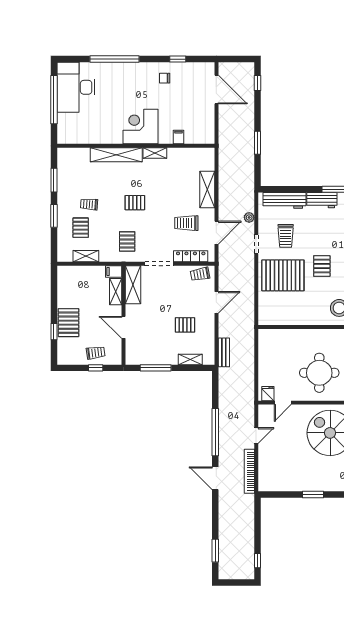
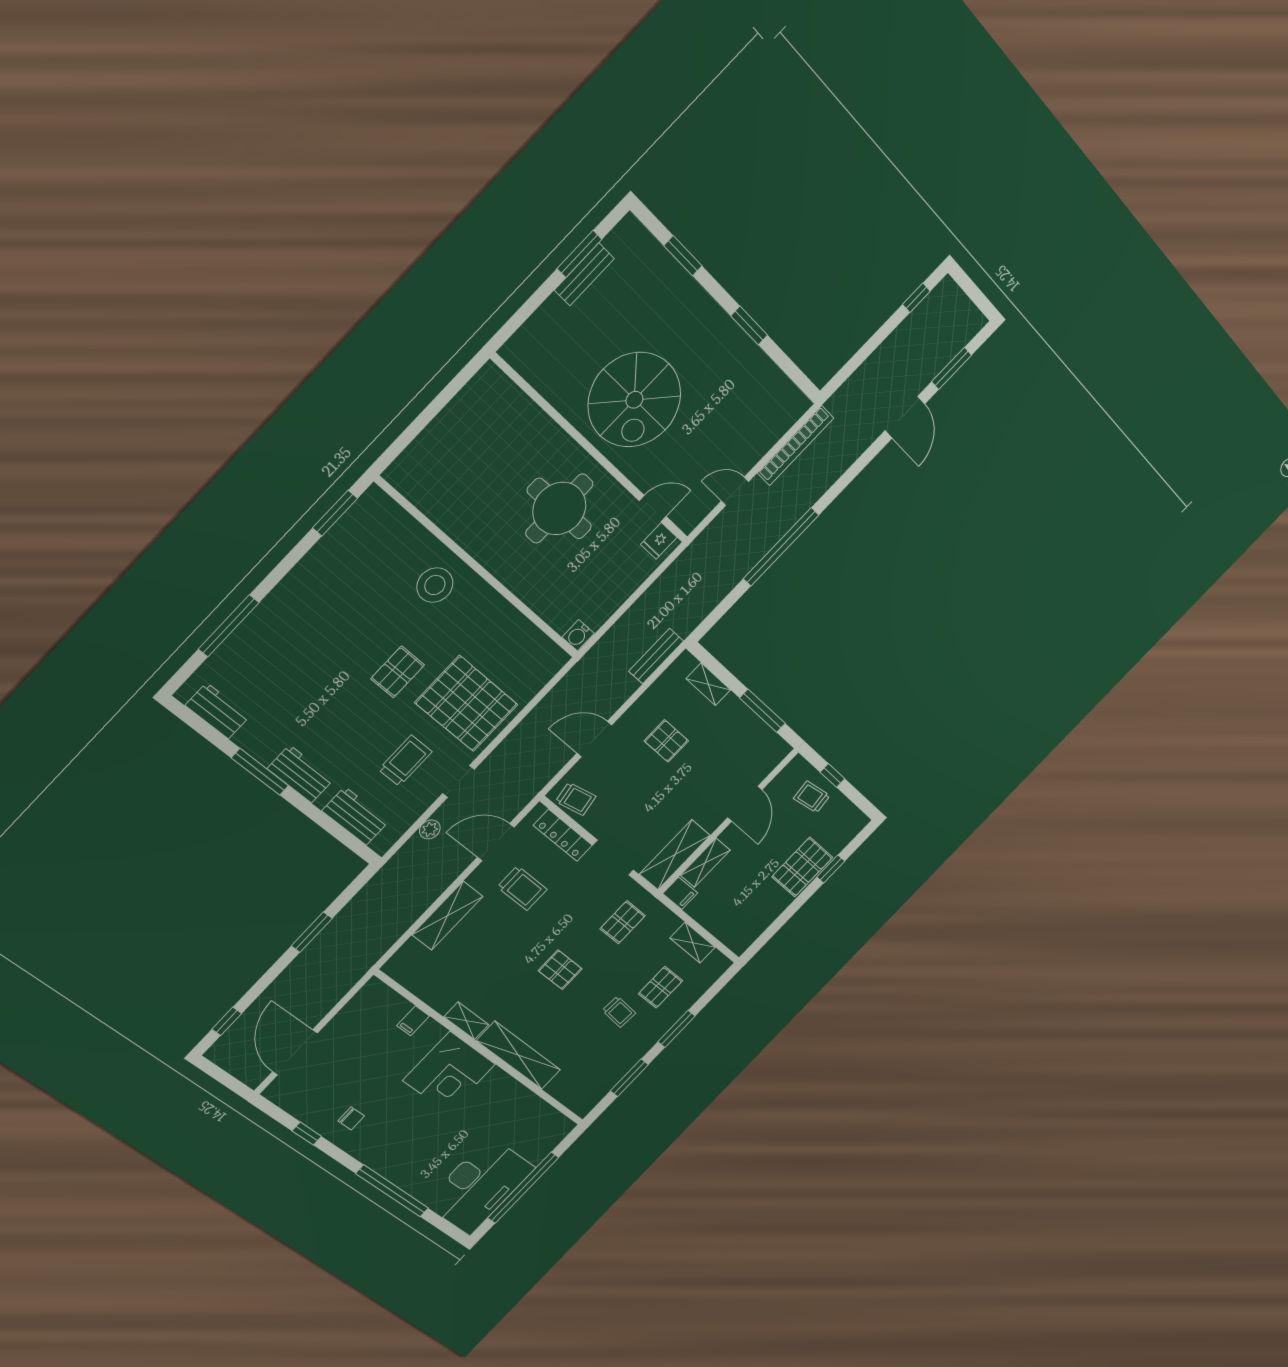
workbench: (284, 200) -> (356, 816), width x0.73
water cooler: (264, 335) -> (578, 635), added
door: (215, 478) -> (905, 417), moved

